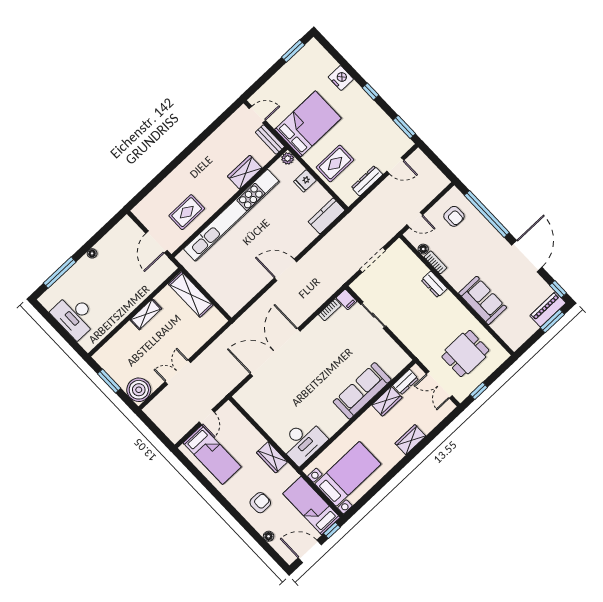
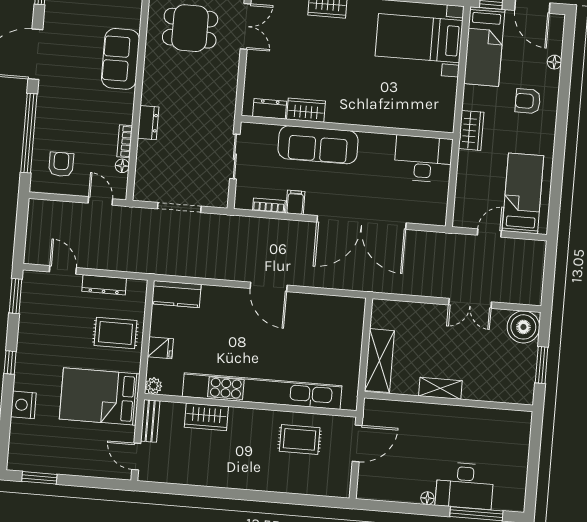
filing cabinet: (346, 299) -> (295, 202), moved
desk: (75, 316) -> (465, 486), moved, turned 90
dresser: (405, 382) -> (270, 109), moved
sofa: (362, 391) -> (318, 145), moved
wardrobe: (387, 401) -> (306, 110), moved
wall: (357, 415) -> (347, 127), moved
desk: (303, 442) -> (423, 159), moved

